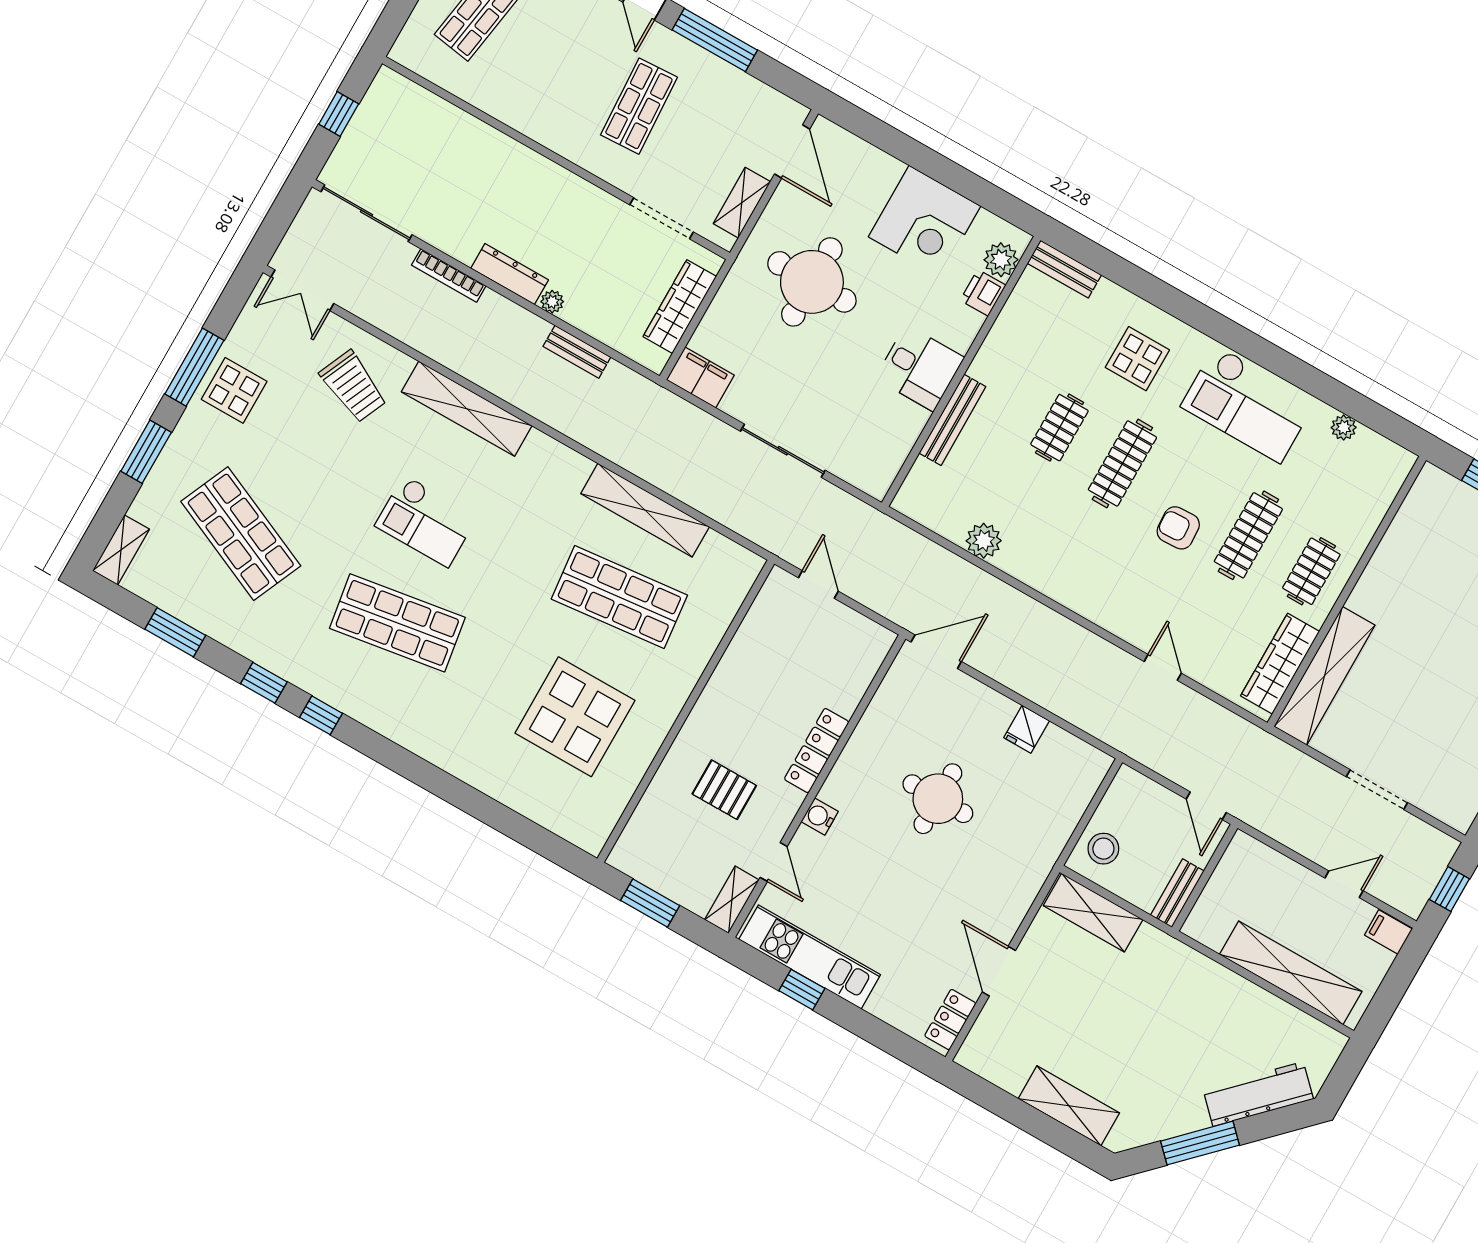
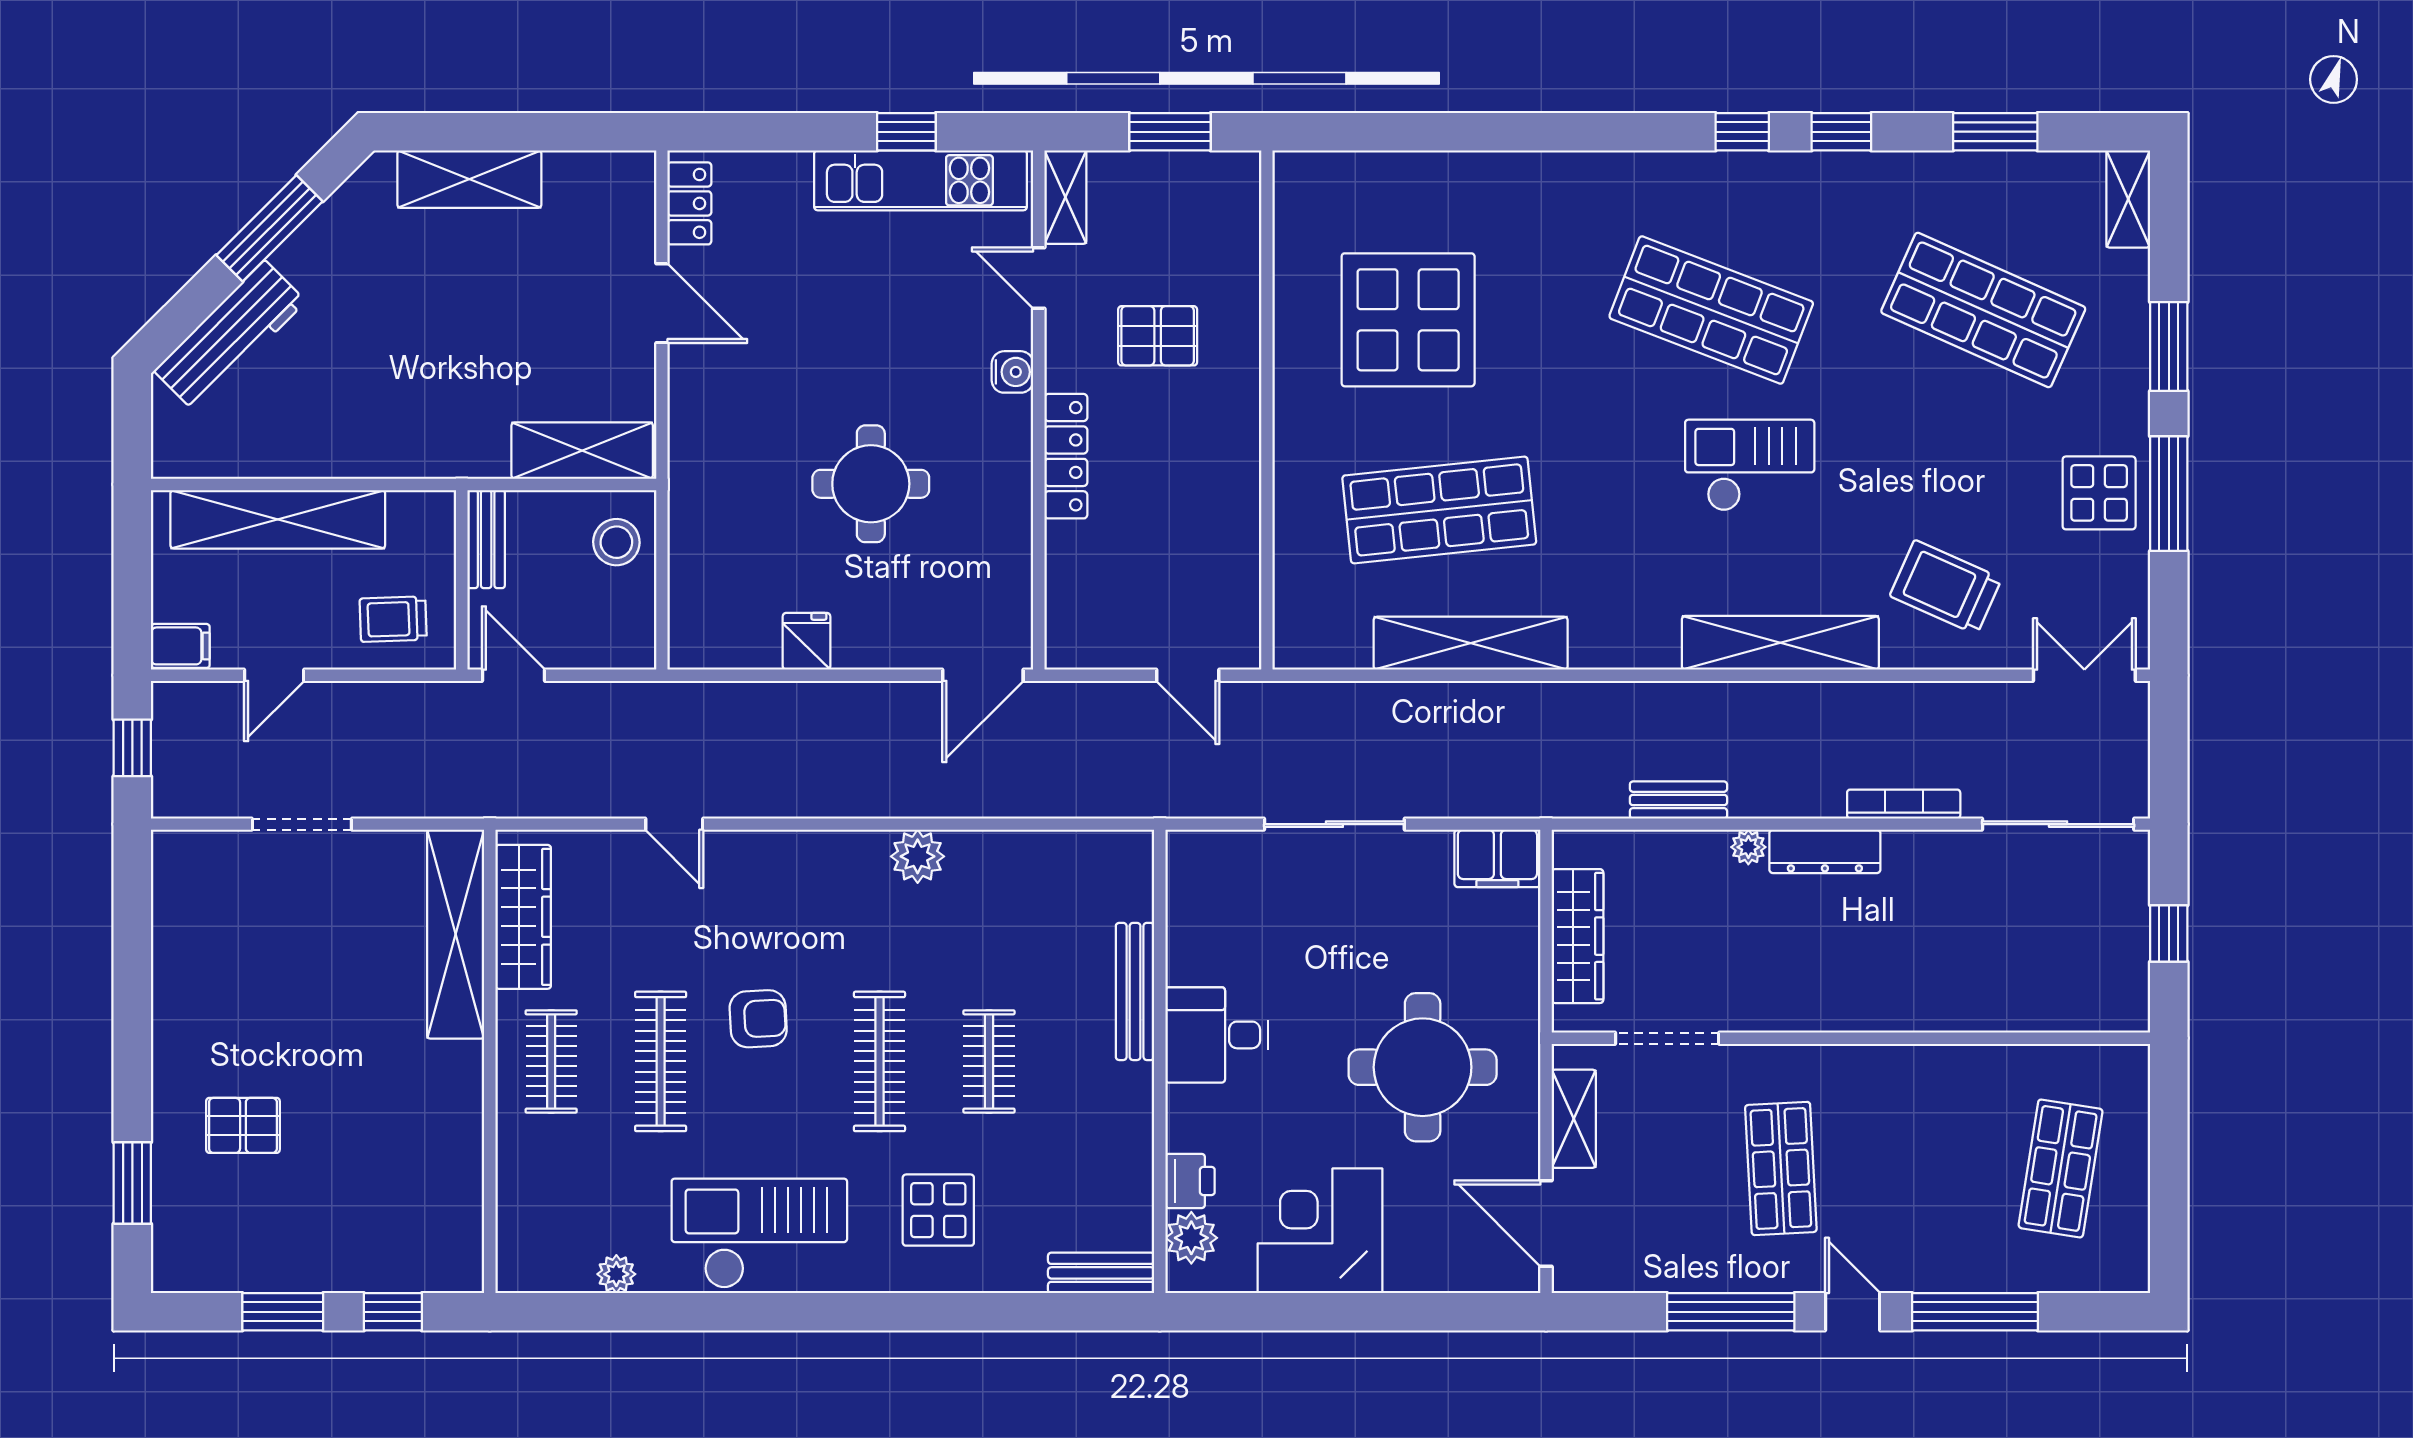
plant: (984, 541) -> (918, 856), moved
shop shelf: (397, 623) -> (1711, 310), turned 30
trolley: (1257, 878) -> (393, 619), added

